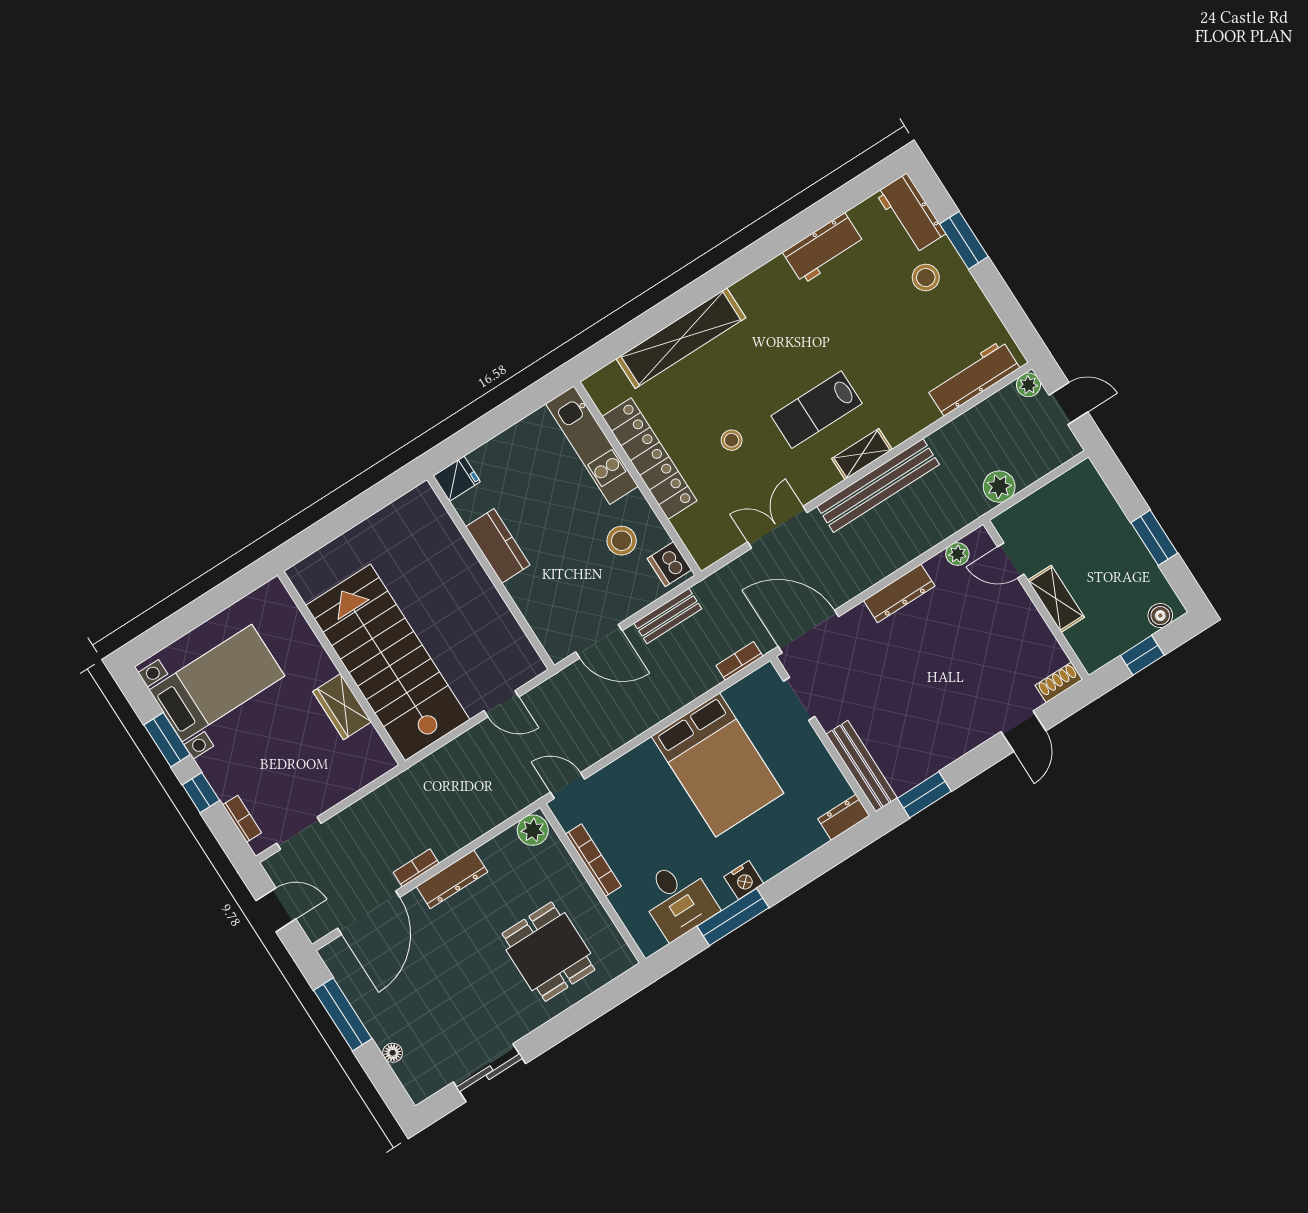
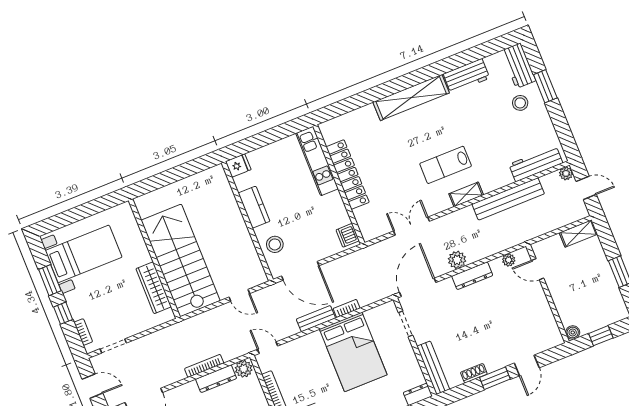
shelving: (681, 338) -> (411, 98), moved
stool: (732, 440) -> (395, 173), removed
bench: (878, 485) -> (508, 199), moved
plant: (999, 487) -> (457, 260), moved
stool: (622, 541) -> (275, 244), moved
shelving: (1056, 599) -> (578, 233), moved, turned 90
bench: (668, 616) -> (316, 319), moved
boiler: (1160, 616) -> (573, 333), moved
door: (808, 632) -> (418, 287), hinge flipped
door: (599, 641) -> (300, 271), width x1.36
bookcase: (739, 661) -> (347, 308), moved
shoe rack: (1059, 682) -> (474, 373), moved
wardrobe: (342, 707) -> (154, 288), width x1.50
window: (924, 795) -> (495, 378), moved
bookcase: (416, 868) -> (204, 366), moved, width x1.56
dresser: (452, 879) -> (216, 379), moved

